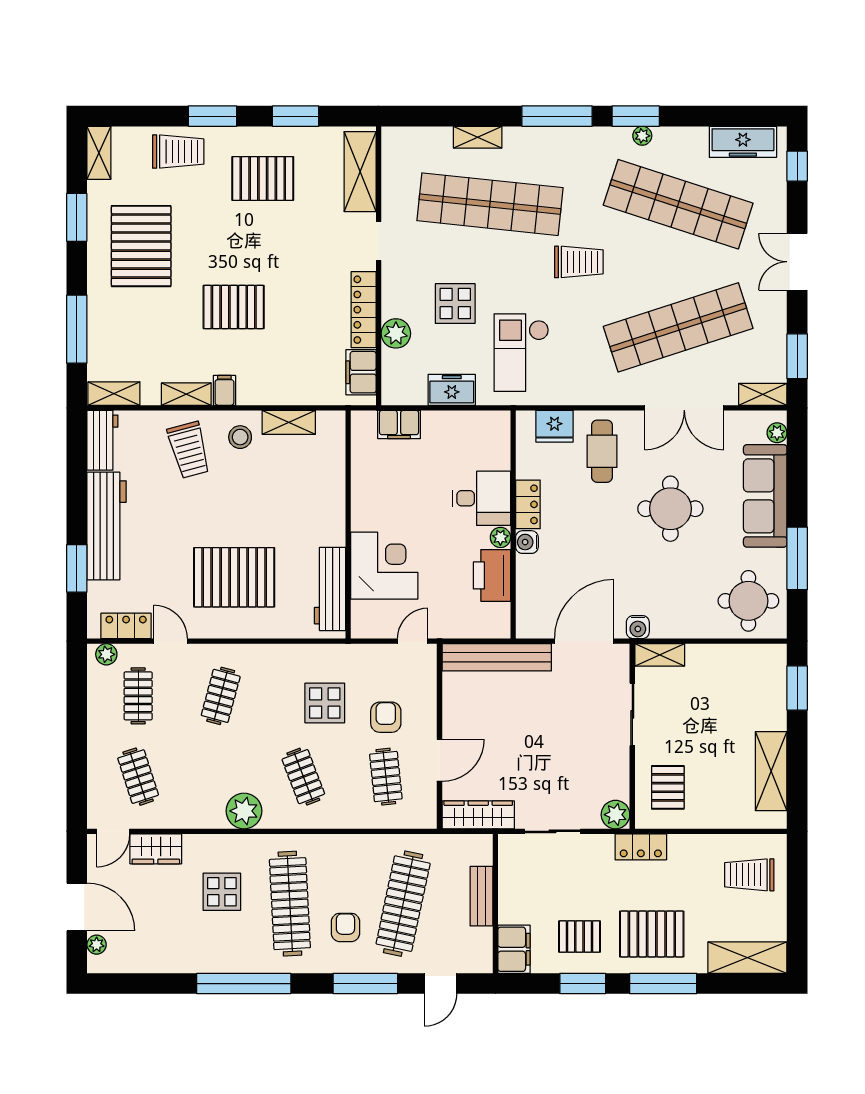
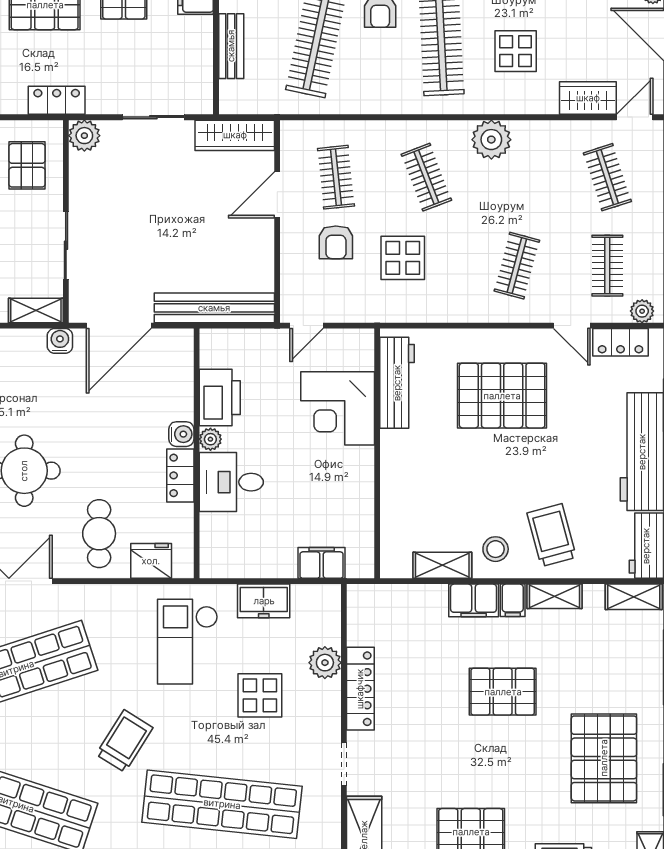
trolley: (579, 262) -> (124, 741), turned 122
checkout: (521, 353) -> (187, 642), turned 180
filing cabinet: (361, 372) -> (474, 600), moved, turned 90

